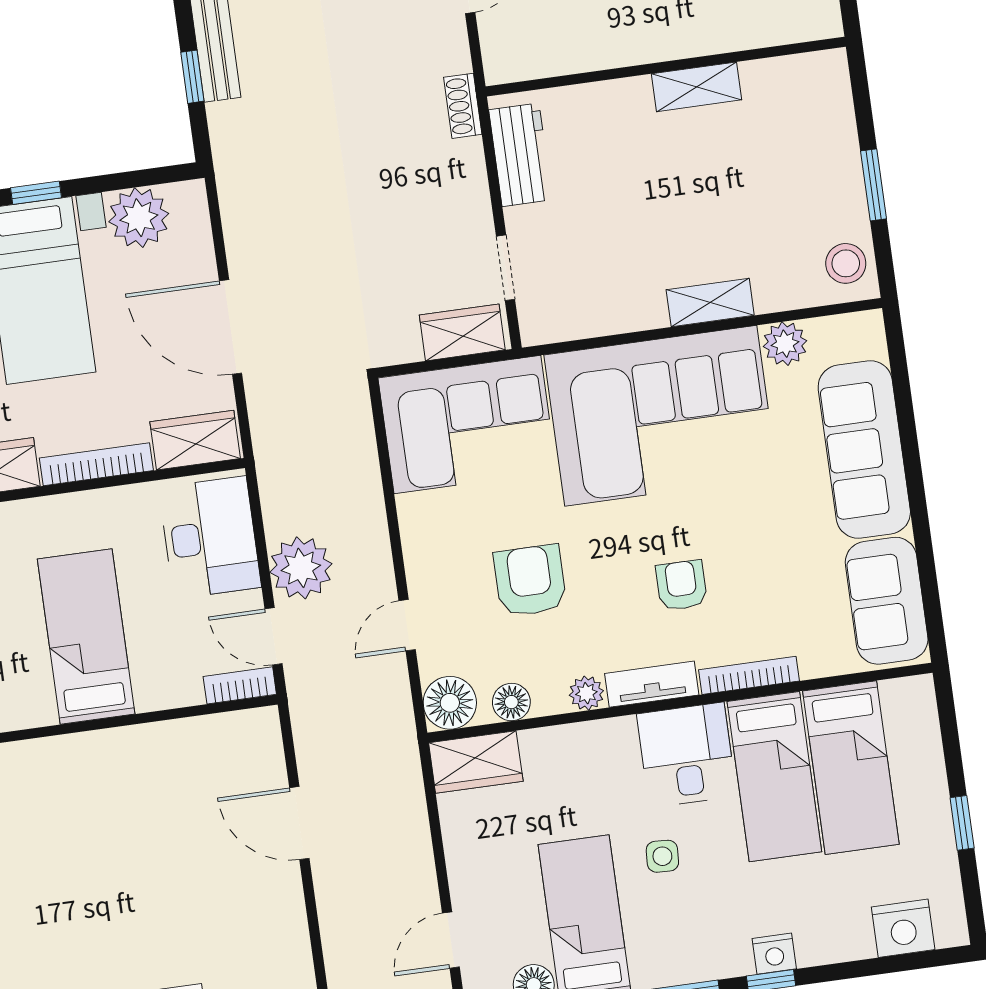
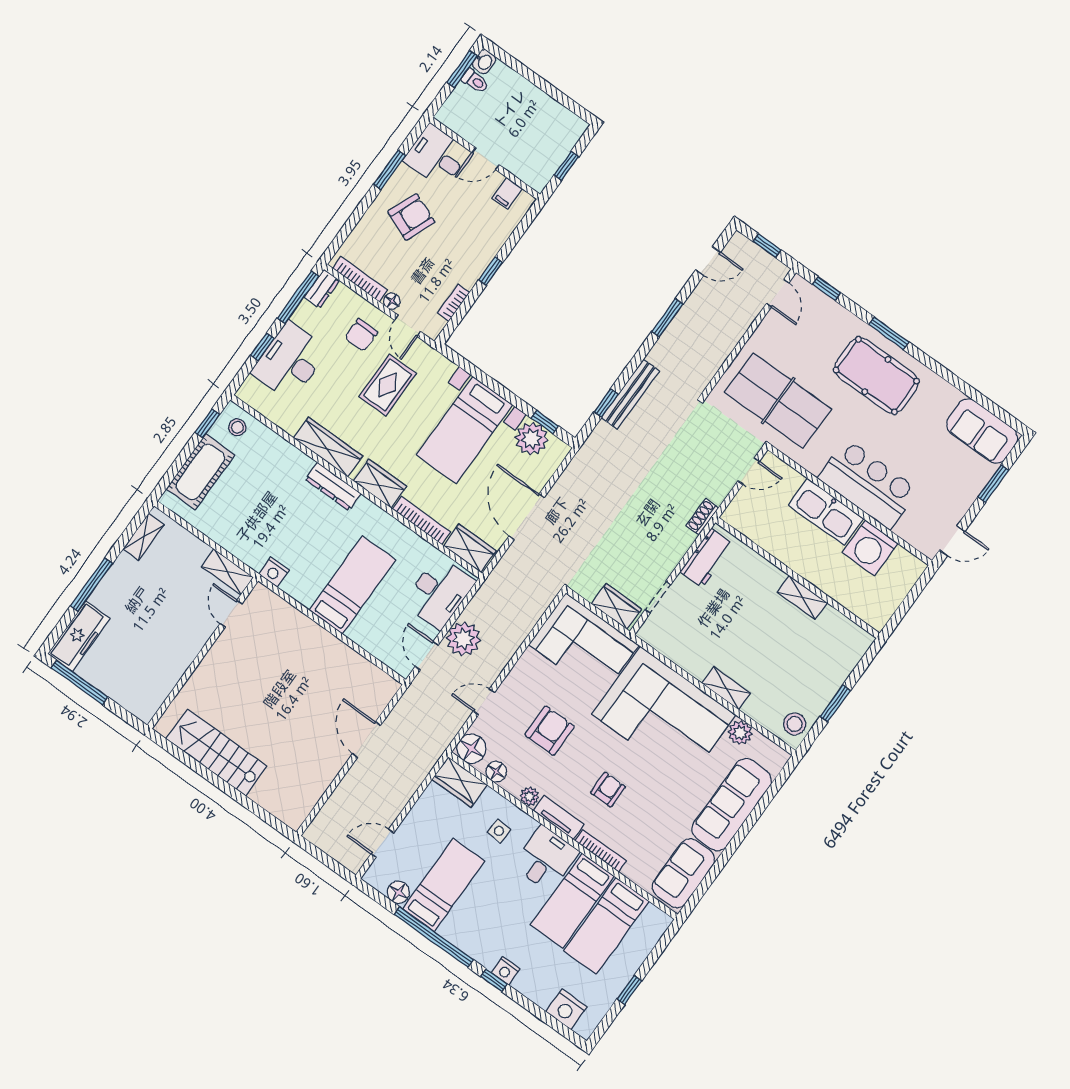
window: (36, 193) -> (545, 422), moved
bookcase: (240, 685) -> (395, 662), removed
side table: (662, 856) -> (499, 831), moved

